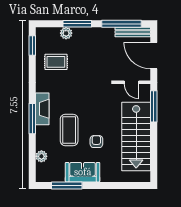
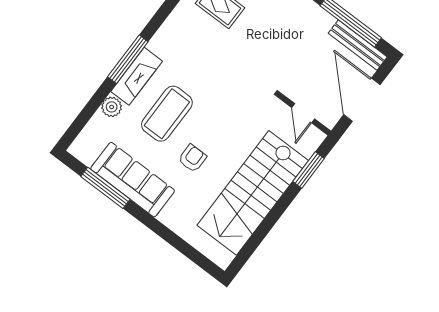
window: (154, 106) -> (309, 170), width x0.69
fireplace: (42, 109) -> (137, 76), moved
plant: (41, 156) -> (112, 107), moved
sofa: (83, 172) -> (133, 180), width x1.36

